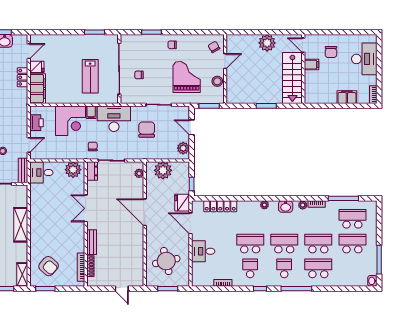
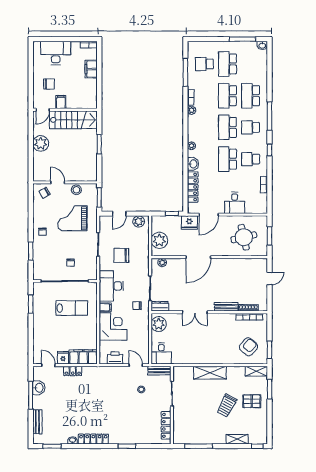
washbasin: (286, 207) -> (193, 164), moved
school desk: (352, 219) -> (204, 64), width x0.54

